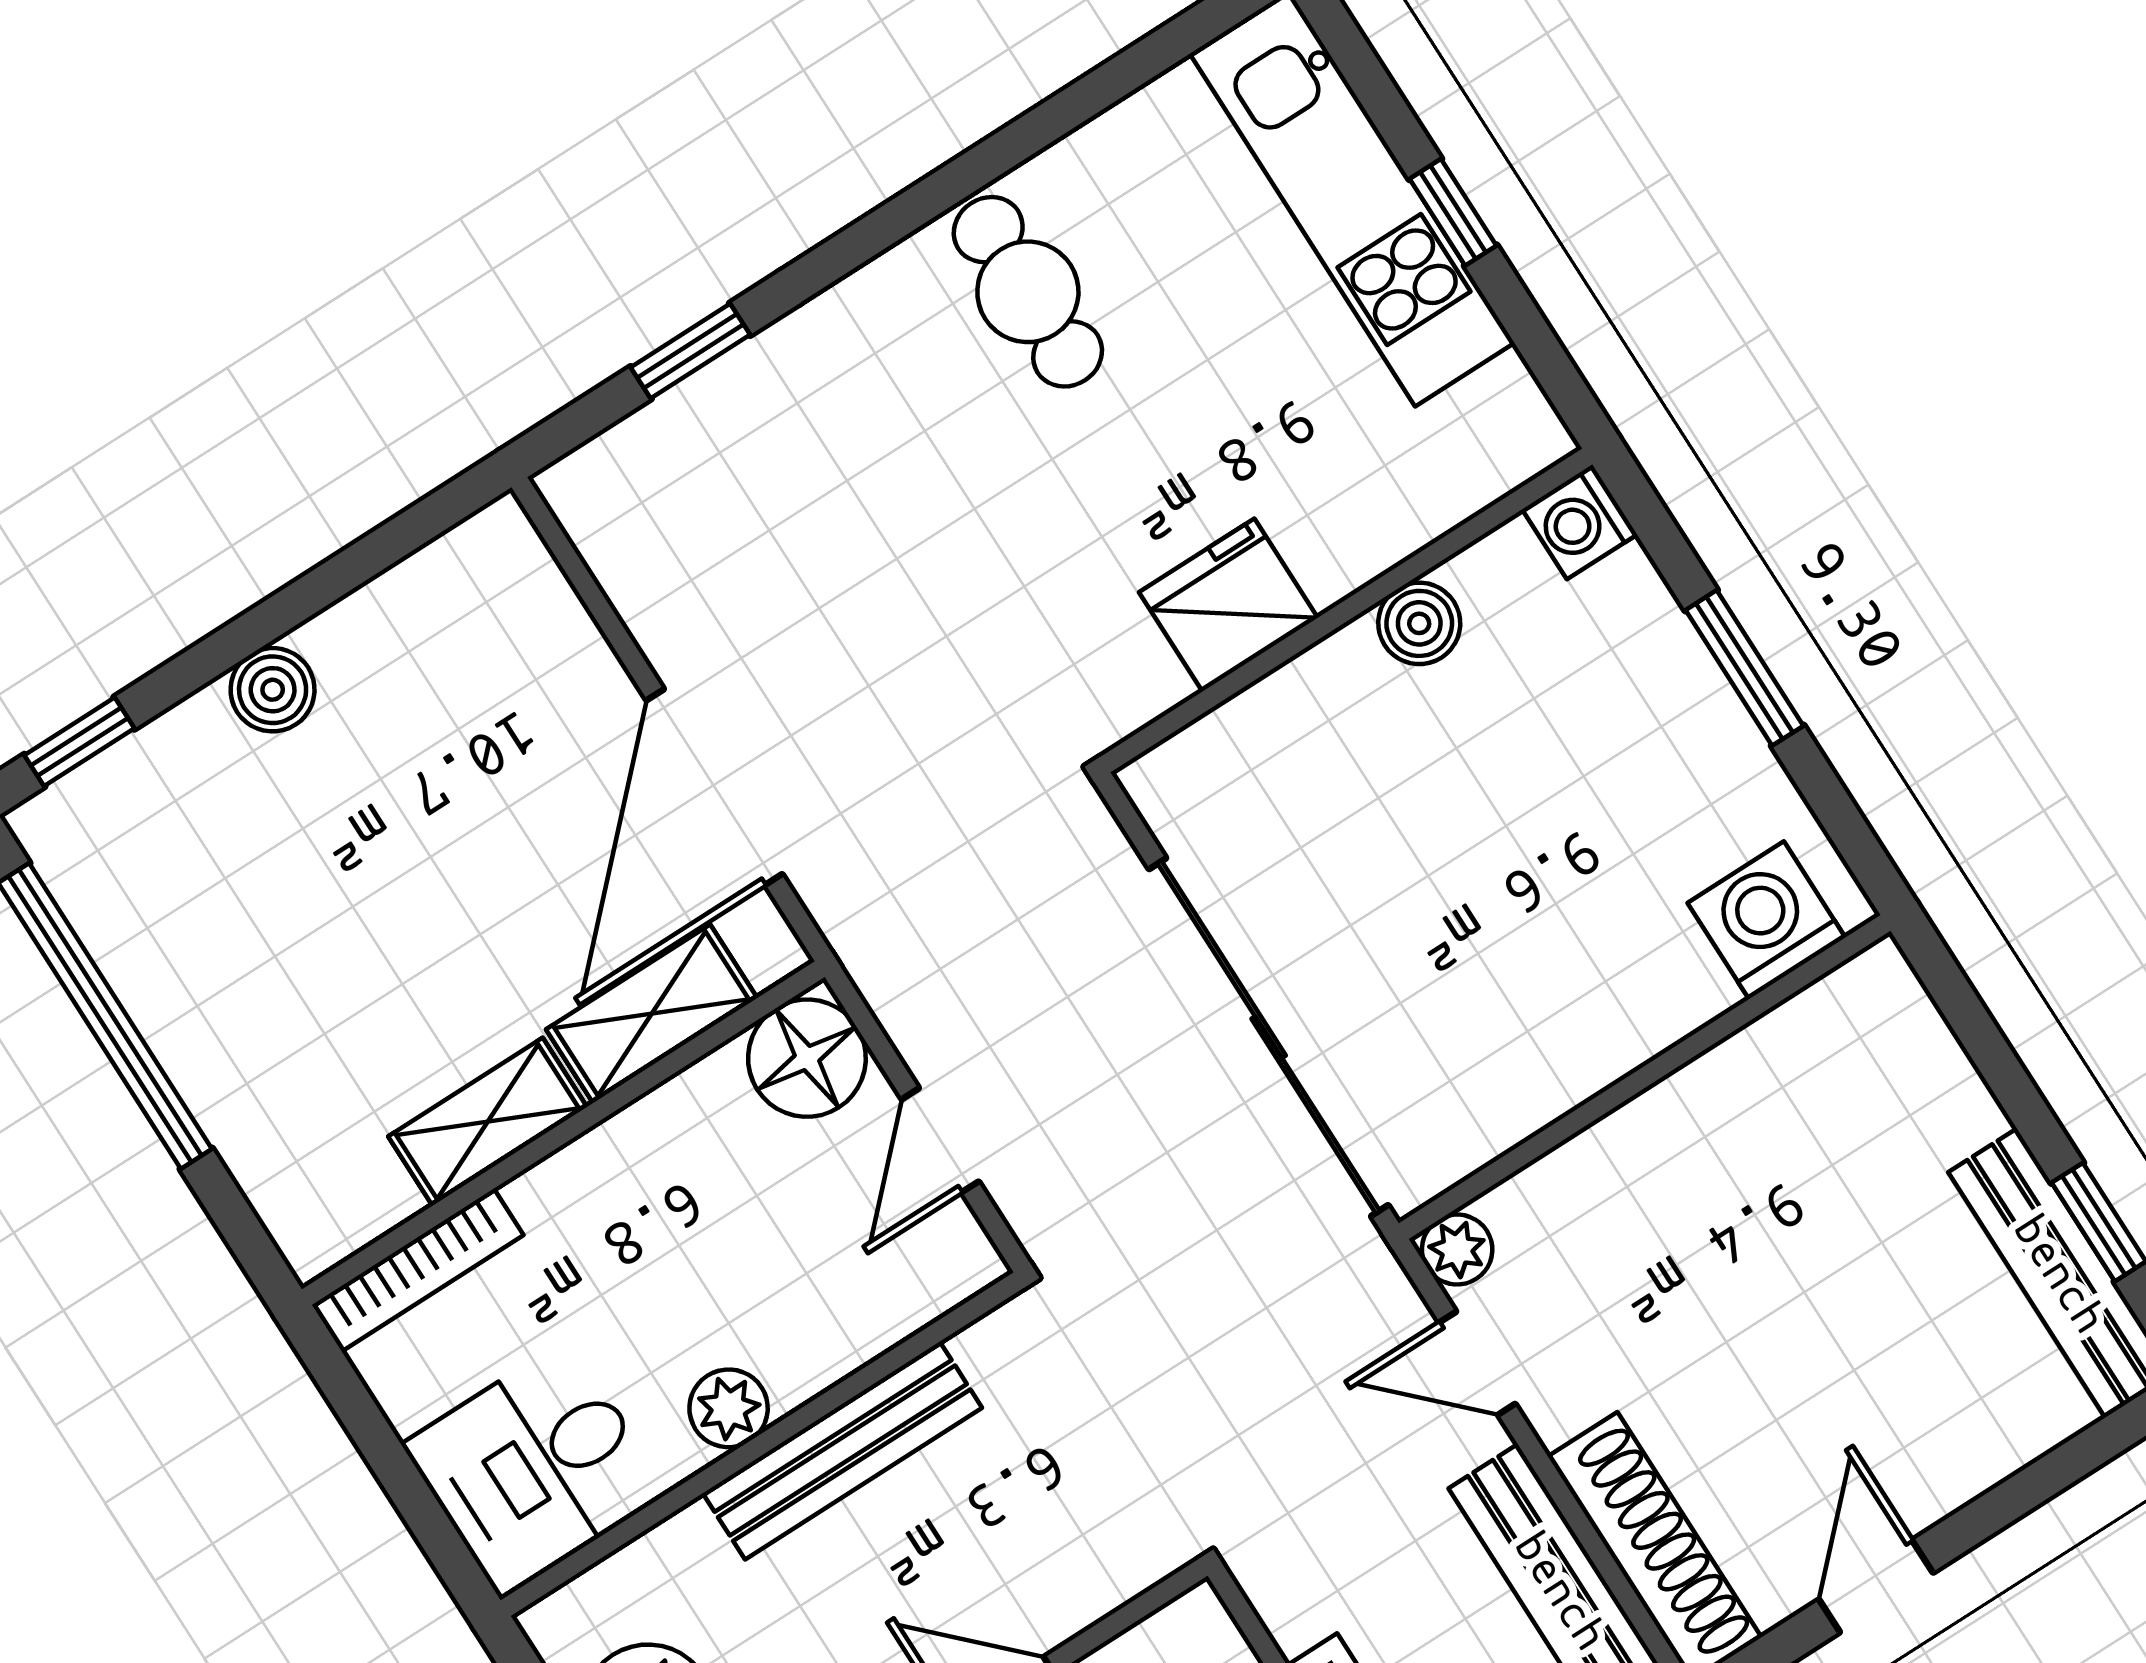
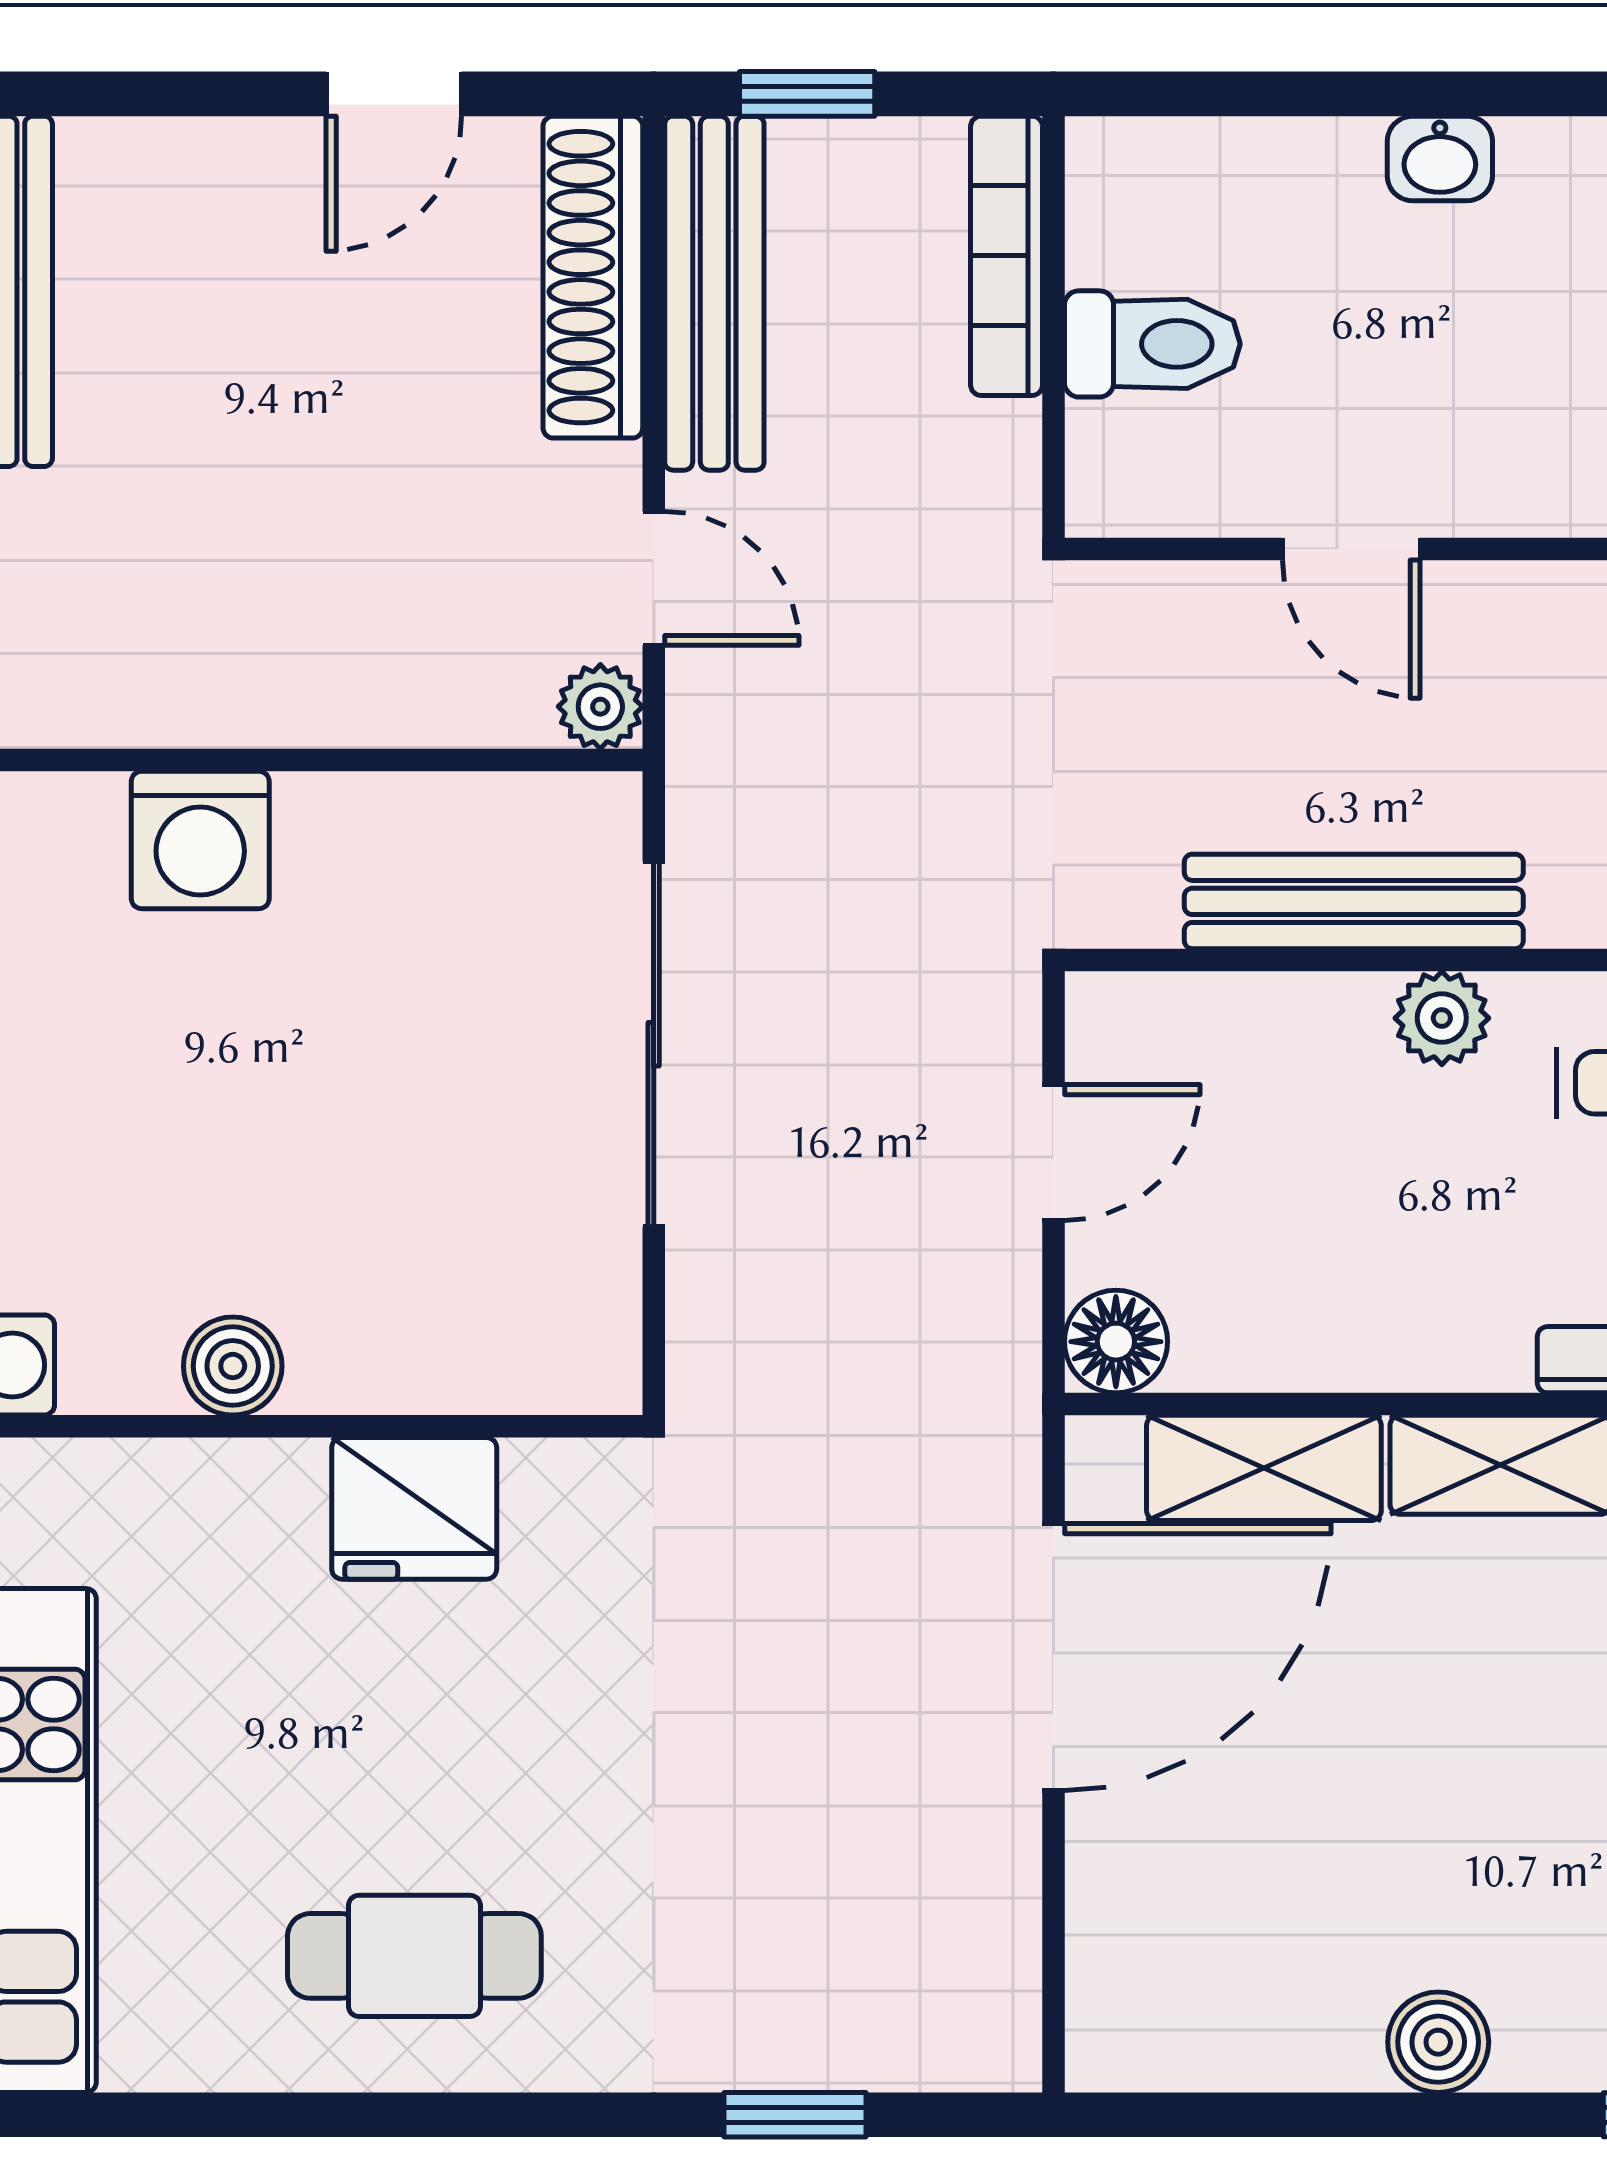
cafe table: (1028, 292) -> (414, 1956), turned 90
washing machine: (1766, 920) -> (200, 840), moved
sliding door: (1269, 1037) -> (654, 1044), width x0.73
floor lamp: (807, 1058) -> (1116, 1342), width x0.73, depth x0.73

